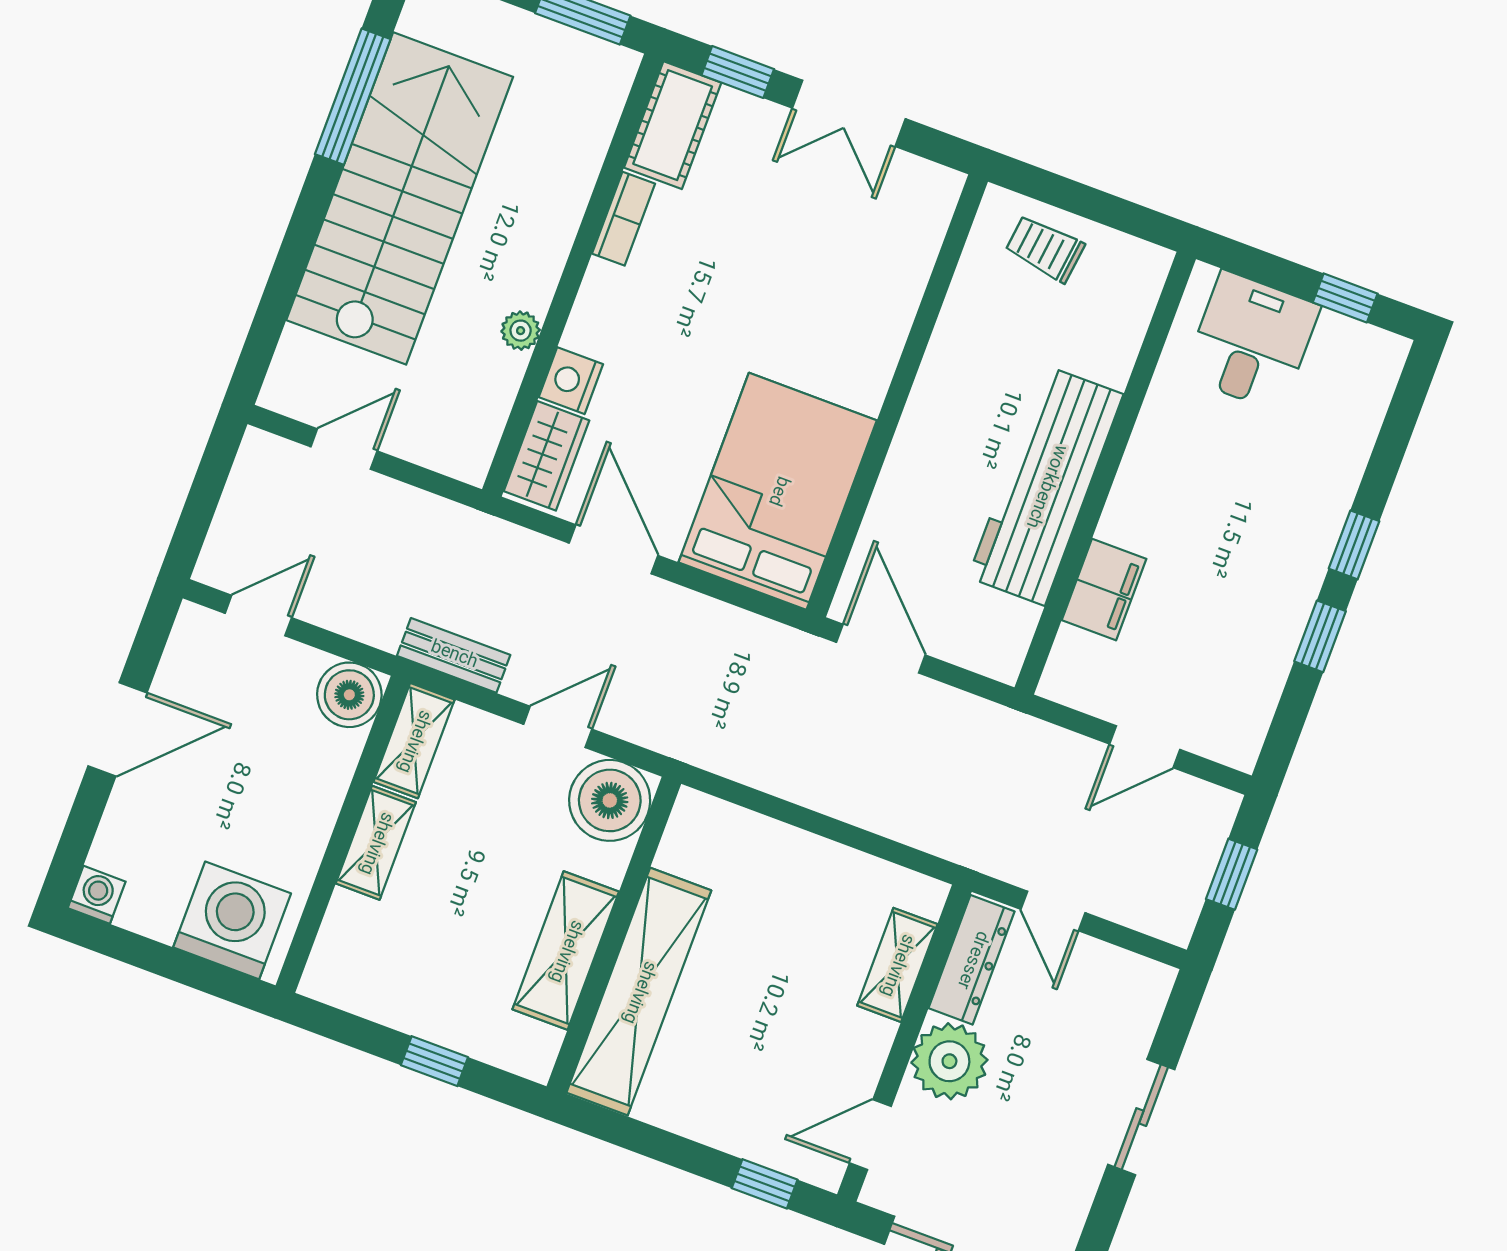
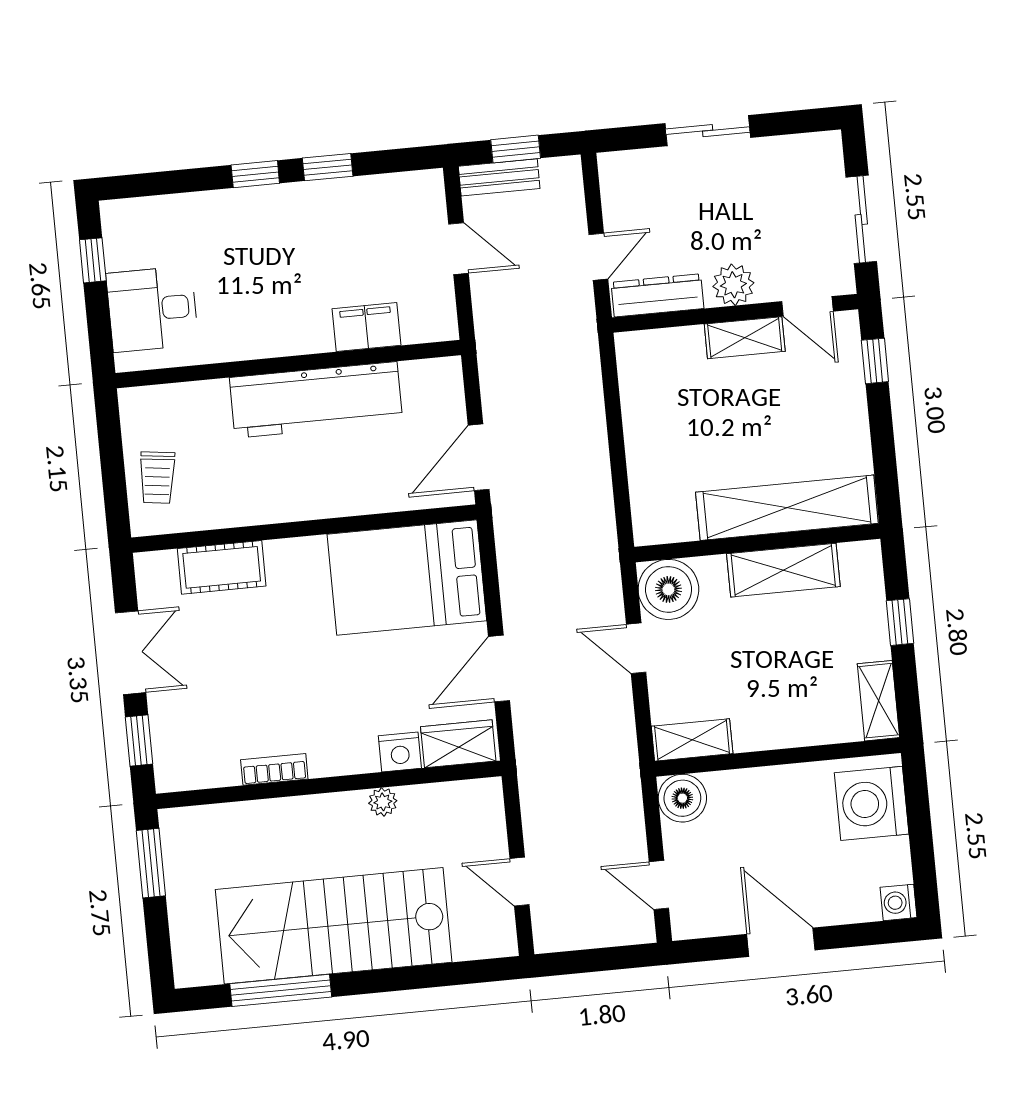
cot: (673, 125) -> (222, 567), moved
bench: (454, 655) -> (499, 177), moved, turned 90
shelving: (376, 843) -> (878, 701), moved, turned 90
shelving: (897, 965) -> (745, 338), moved
plant: (949, 1061) -> (733, 285), width x0.73, depth x0.73

